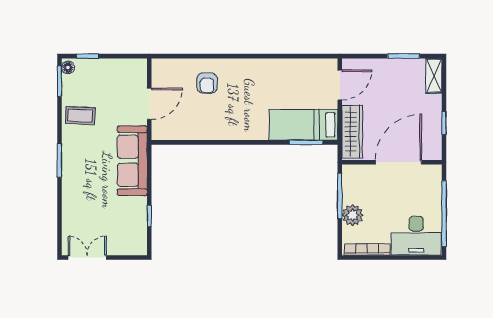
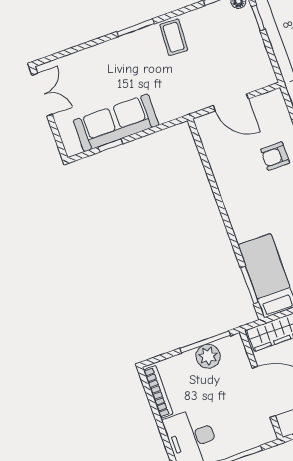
coffee table: (80, 116) -> (174, 37), moved
sofa: (132, 161) -> (116, 123), moved
plant: (352, 215) -> (208, 356), moved

